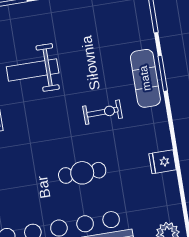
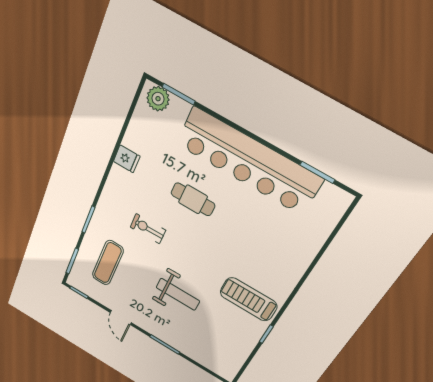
exercise mat: (145, 78) -> (108, 263), moved

